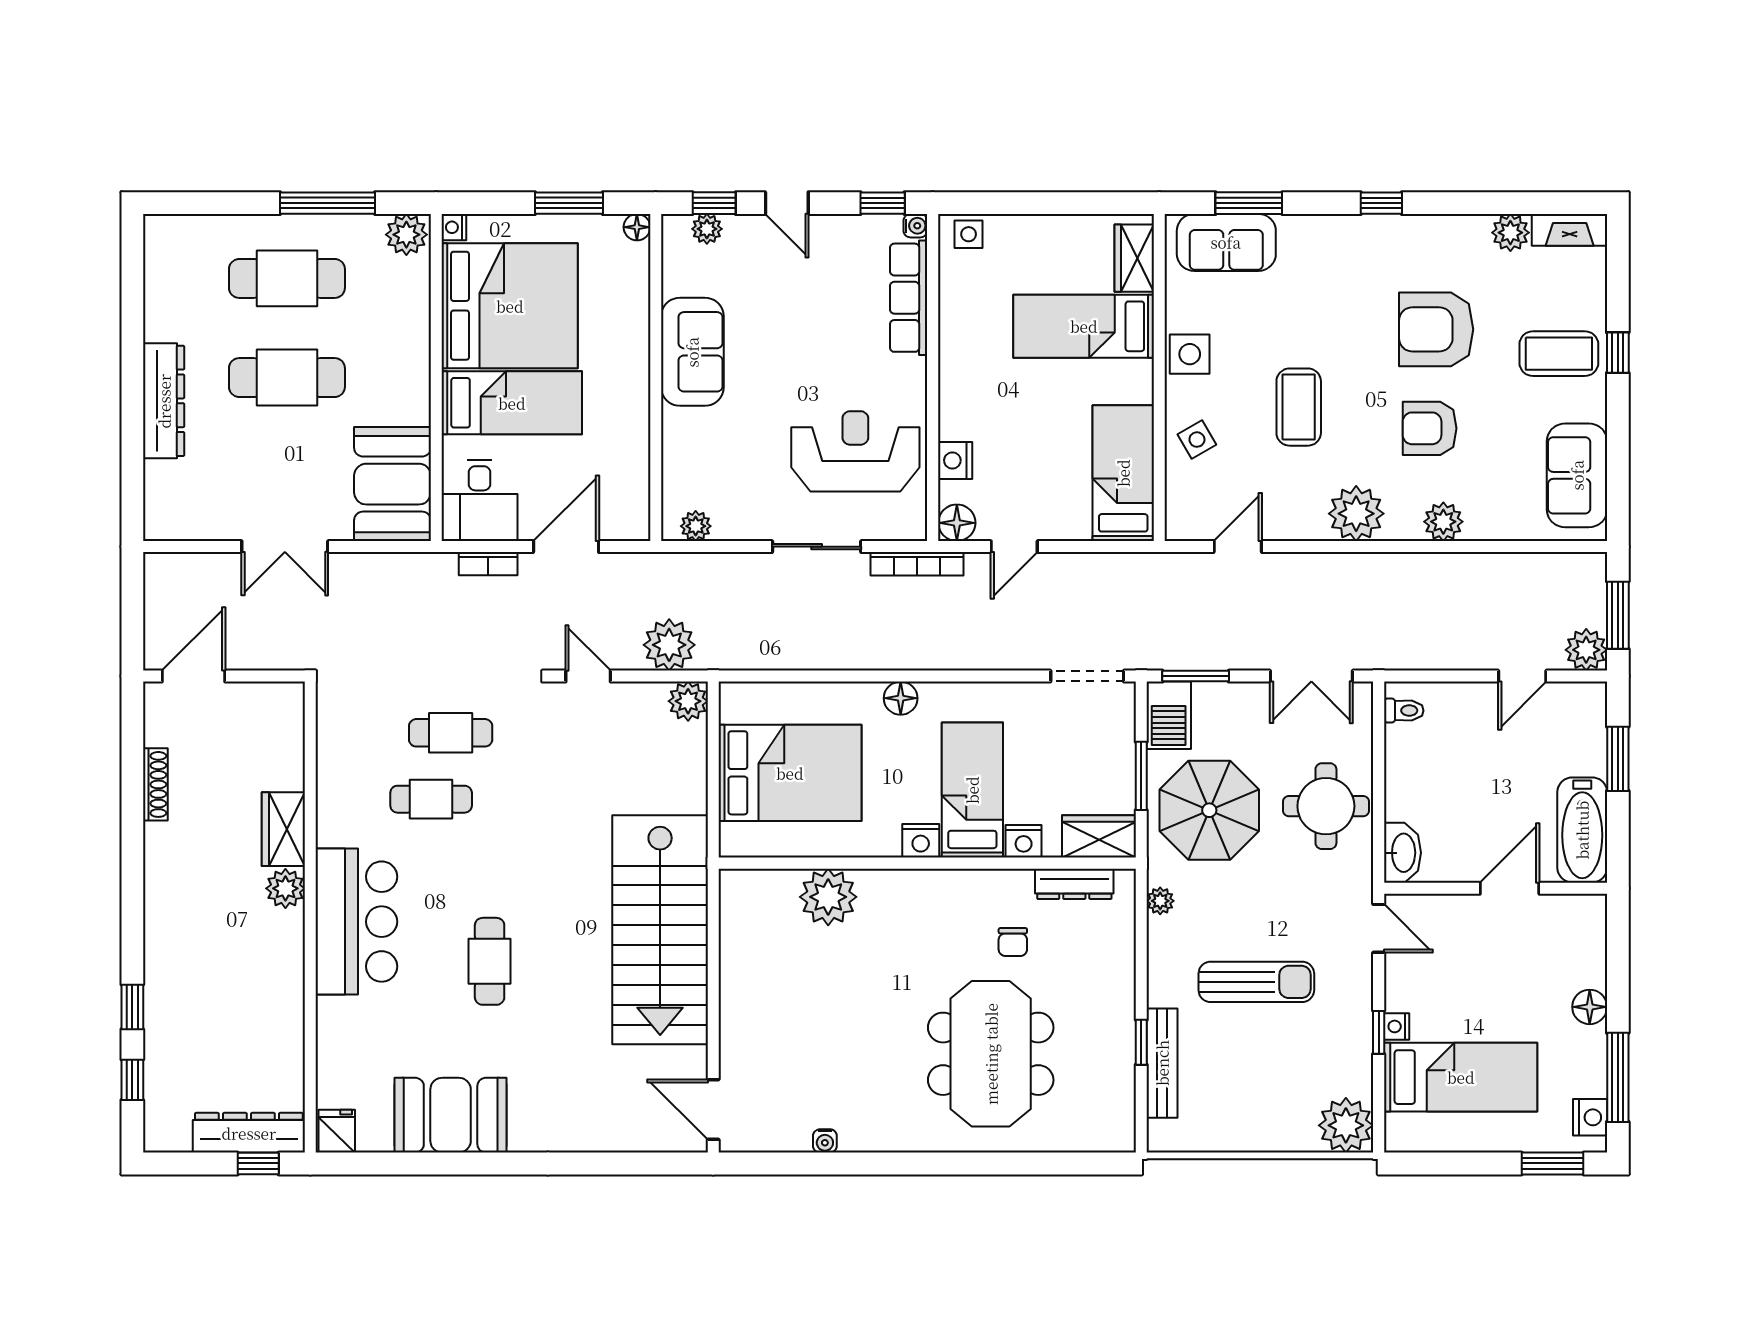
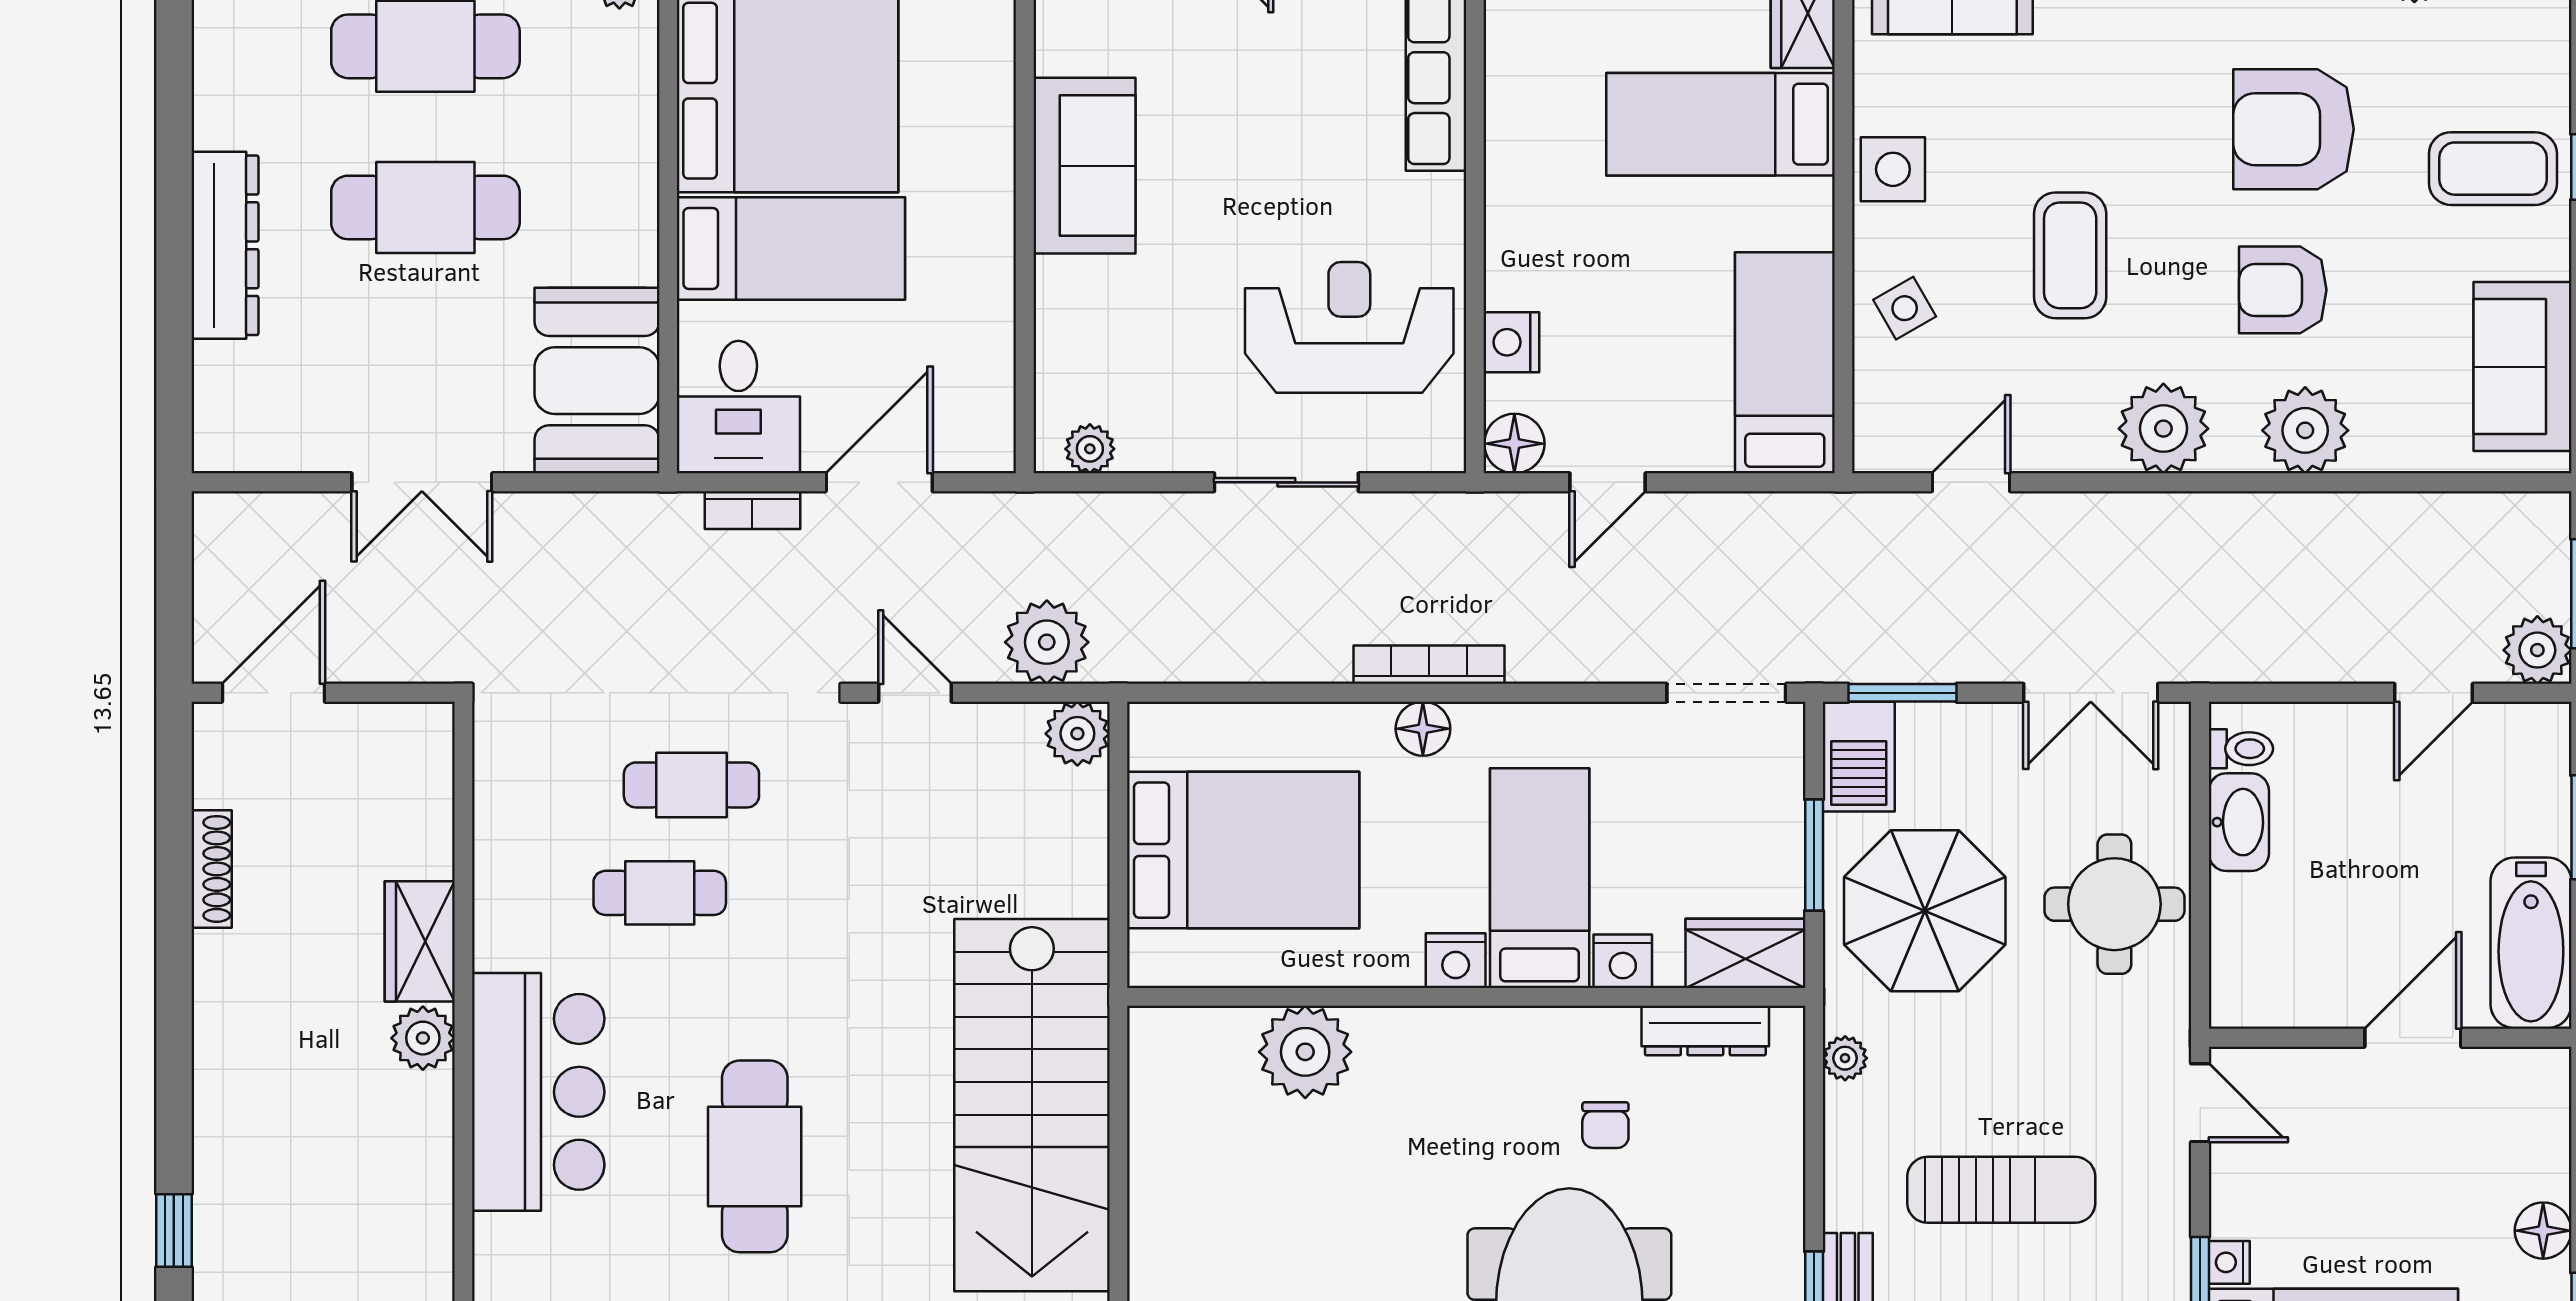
plant: (1443, 522) -> (2305, 430), width x1.36, depth x1.36
bookcase: (917, 564) -> (1429, 665), moved, turned 180
washbasin: (1402, 853) -> (2239, 822), moved
cafe table: (490, 961) -> (755, 1156), width x1.37, depth x1.35

